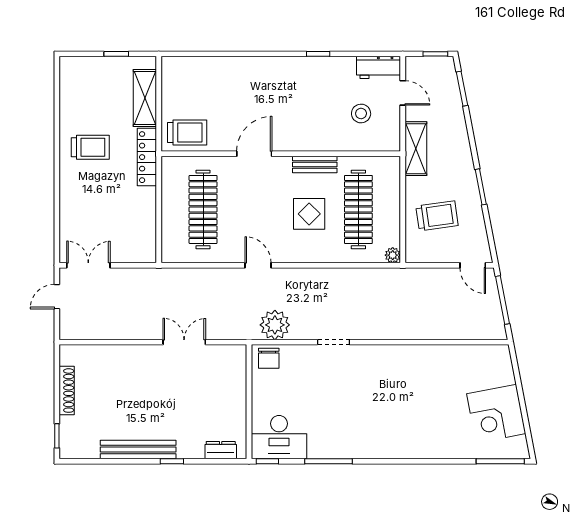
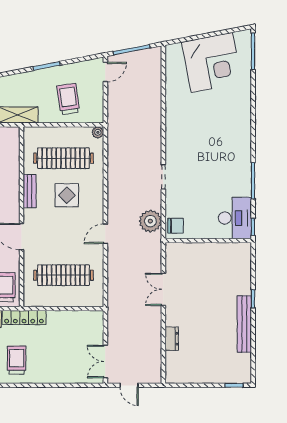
shoe rack: (67, 391) -> (200, 378), removed
corner desk: (496, 414) -> (212, 62), width x1.36, depth x1.36
dresser: (221, 450) -> (172, 339), moved, turned 180

